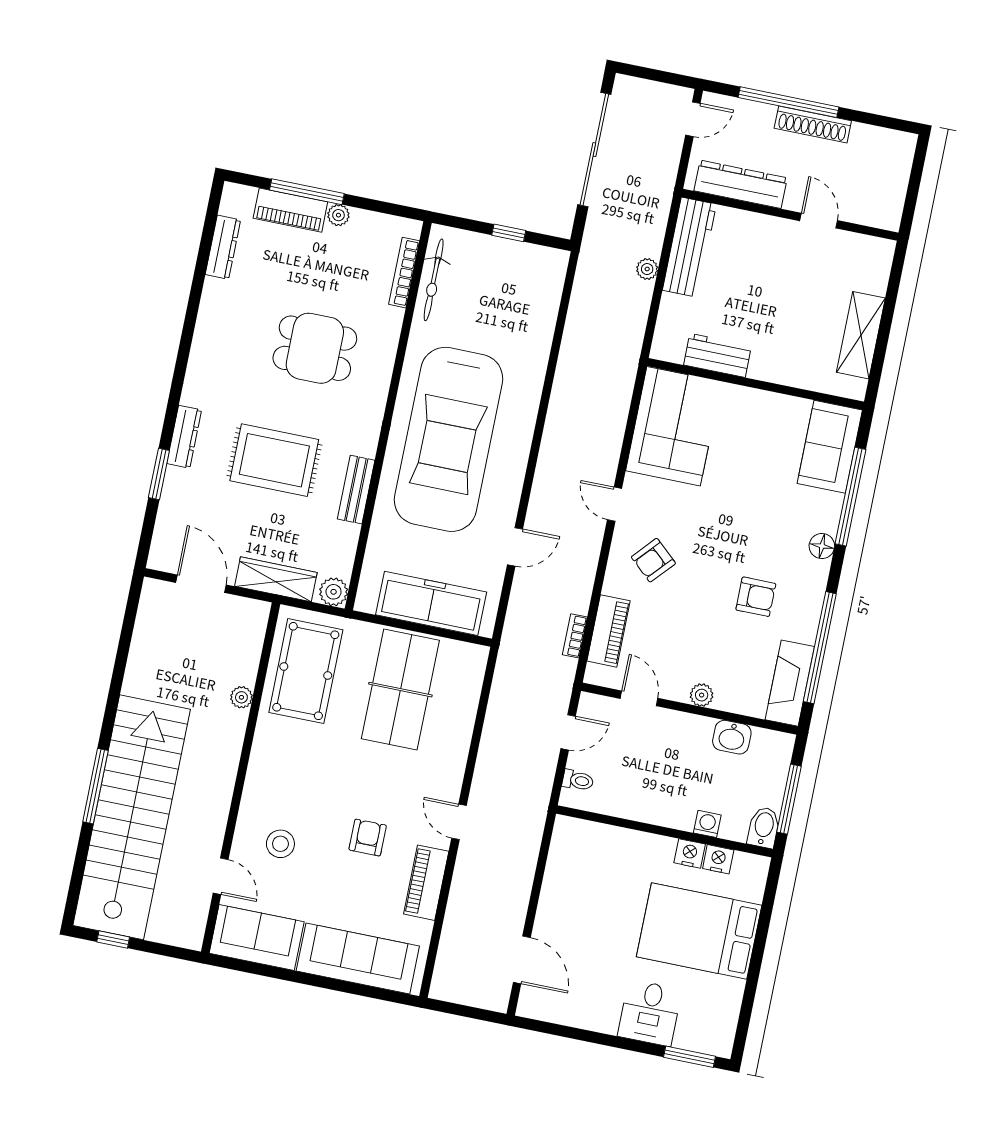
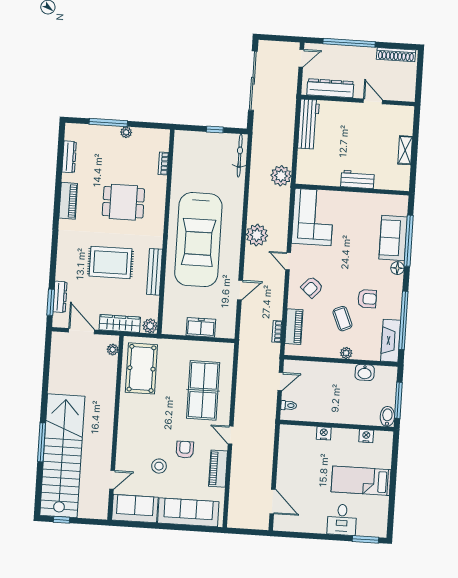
shoe rack: (813, 125) -> (396, 55), moved
piano: (290, 210) -> (68, 201), moved, turned -90
plant: (647, 269) -> (281, 176), moved, width x1.88, depth x1.88
bookcase: (404, 273) -> (163, 164), width x0.64
bicycle: (434, 280) -> (240, 156), moved, turned 180
shelving: (861, 335) -> (405, 150), width x0.67, depth x0.75
workbench: (718, 355) -> (357, 179), moved
dresser: (184, 437) -> (60, 297), moved
plant: (562, 446) -> (257, 235), added
sofa: (830, 447) -> (393, 238), moved
window: (159, 474) -> (51, 302), moved
bench: (356, 490) -> (155, 272), width x1.36
freezer: (431, 603) -> (201, 327), width x0.52, depth x0.79
coffee table: (704, 628) -> (342, 319), added
table tennis table: (400, 690) -> (203, 390), moved
plant: (241, 697) -> (113, 350), moved
door: (639, 698) -> (314, 359), removed
washing machine: (707, 824) -> (358, 419), removed
stool: (280, 844) -> (159, 466), moved
nightstand: (690, 853) -> (324, 433), moved
door: (221, 876) -> (112, 480), hinge flipped
bed: (699, 931) -> (361, 481), width x0.67

